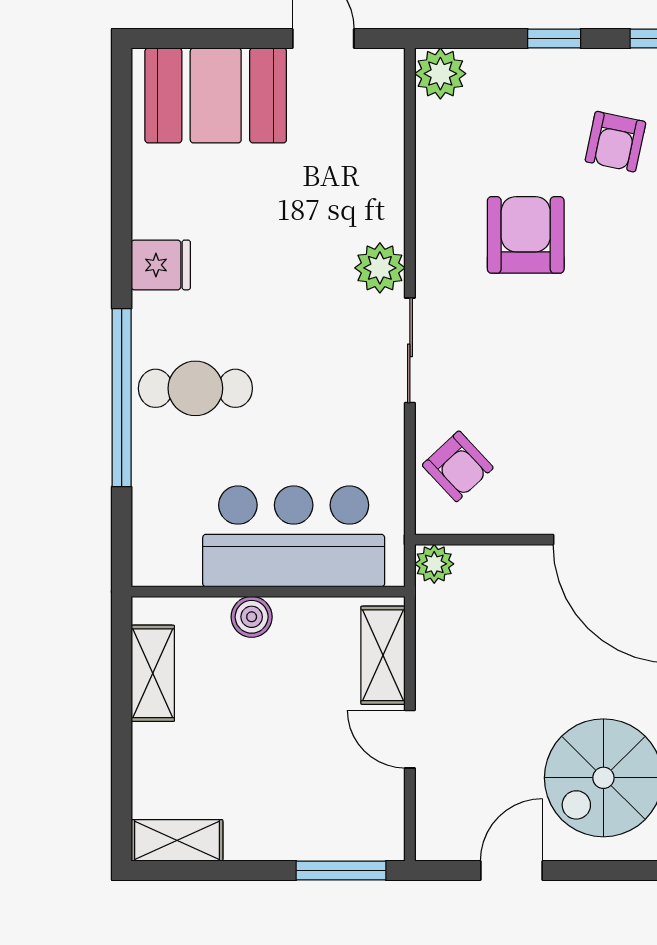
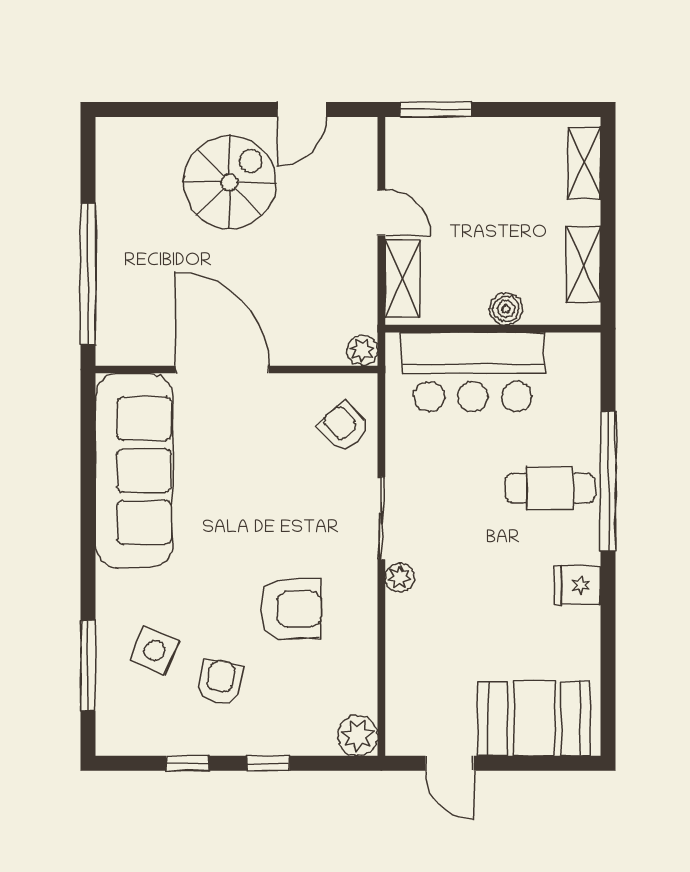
armchair: (526, 235) -> (291, 609), turned -90
plant: (380, 268) -> (400, 578), width x0.73, depth x0.73
shelving: (177, 840) -> (584, 163), moved, turned 90

